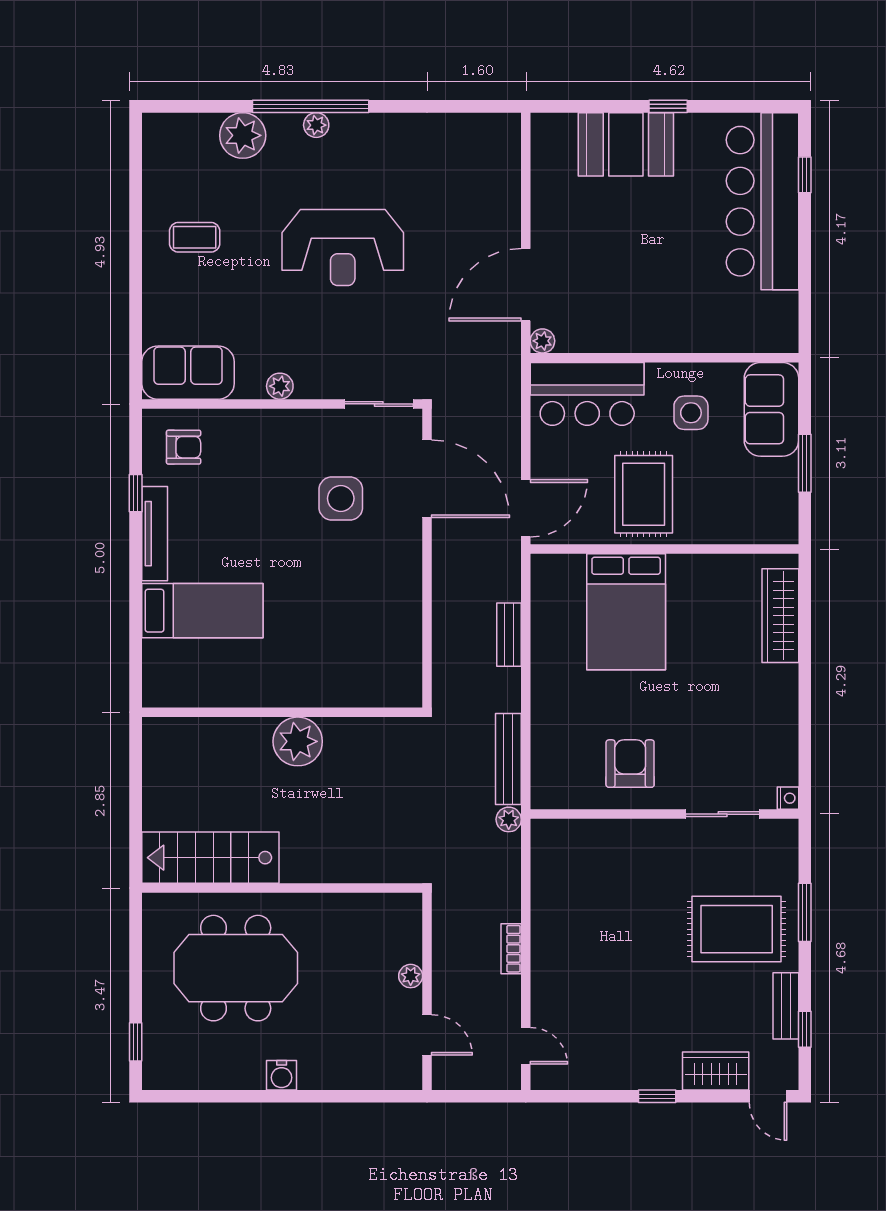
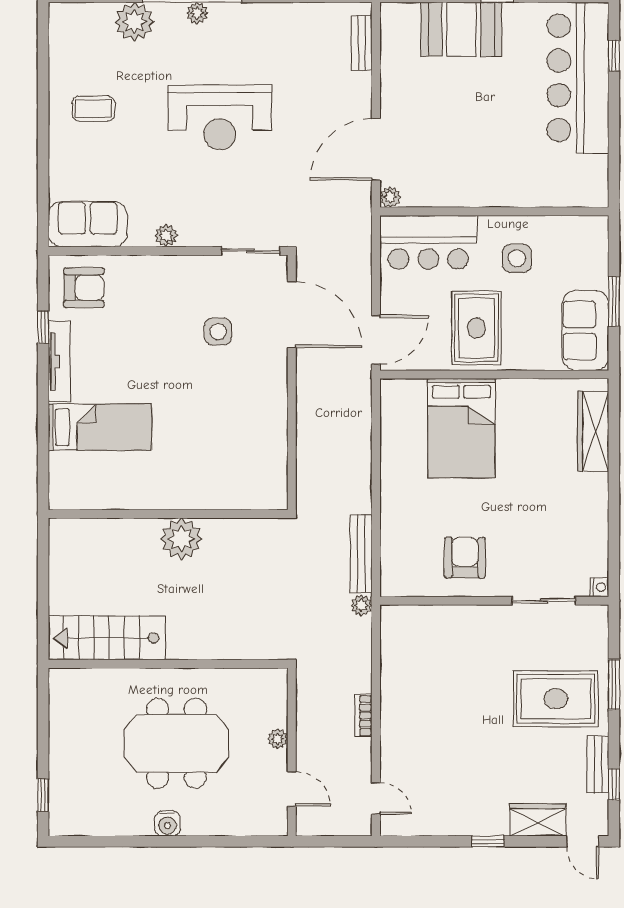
sofa: (771, 409) -> (586, 330), moved
armchair: (184, 447) -> (84, 288), width x1.38, depth x1.38
side table: (341, 498) -> (218, 331), width x0.73, depth x0.73
bench: (509, 635) -> (362, 43), moved
meeting table: (236, 968) -> (176, 743), moved

